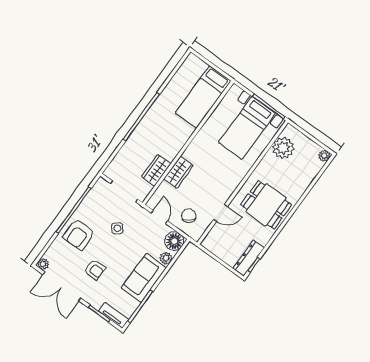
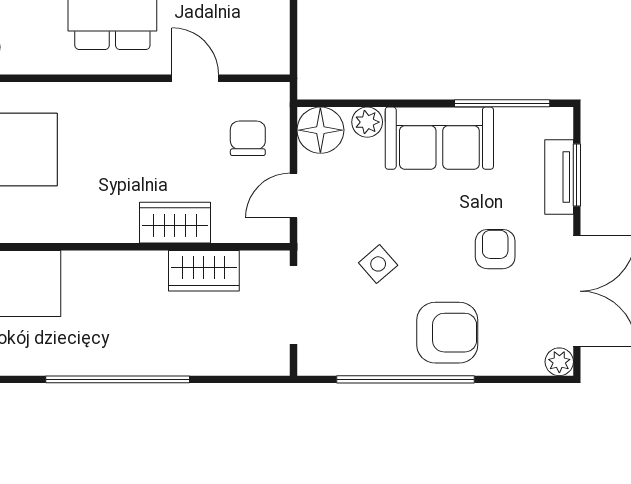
chair: (189, 216) -> (248, 138), turned 130
tv unit: (114, 315) -> (559, 177), moved

